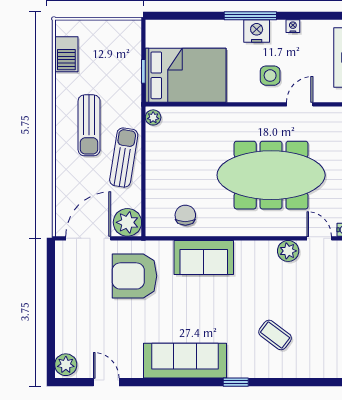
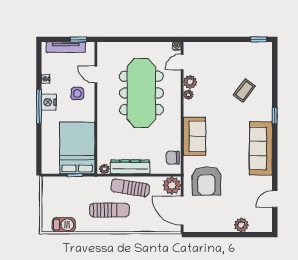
dresser: (156, 157) -> (130, 167), added
chair: (185, 215) -> (173, 158), moved
plant: (268, 248) -> (188, 95), added
plant: (66, 365) -> (241, 225), moved

